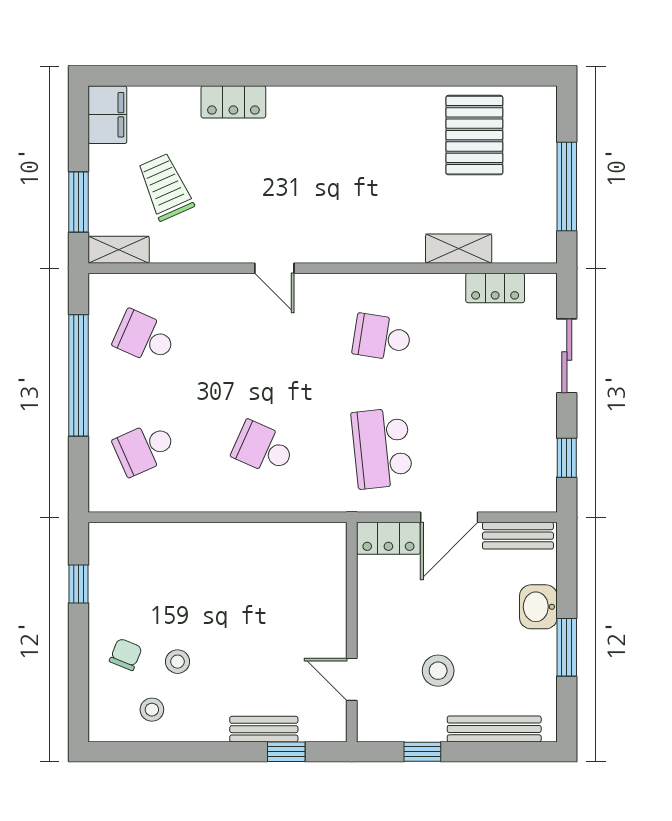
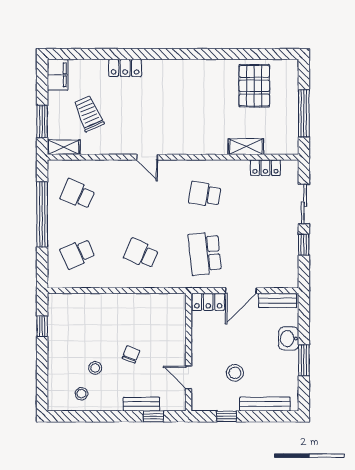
window: (567, 458) -> (304, 245), moved
chair: (126, 654) -> (131, 354), moved

